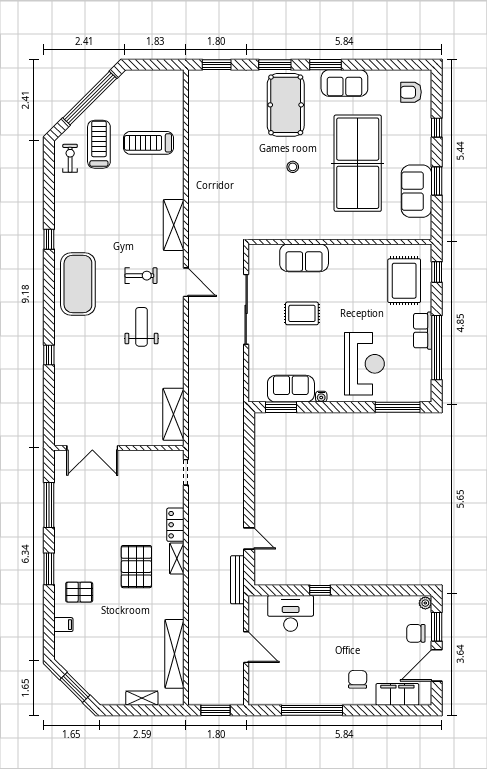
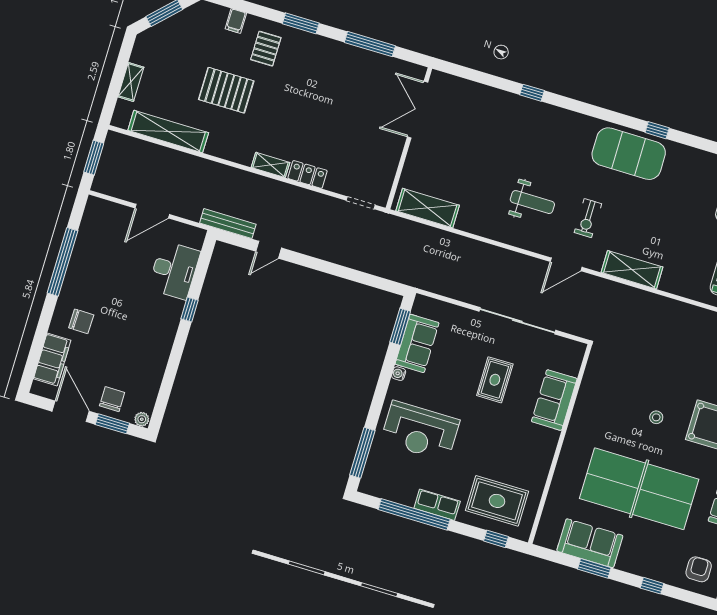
exercise mat: (78, 284) -> (629, 154), moved
pallet: (136, 567) -> (226, 90), moved

